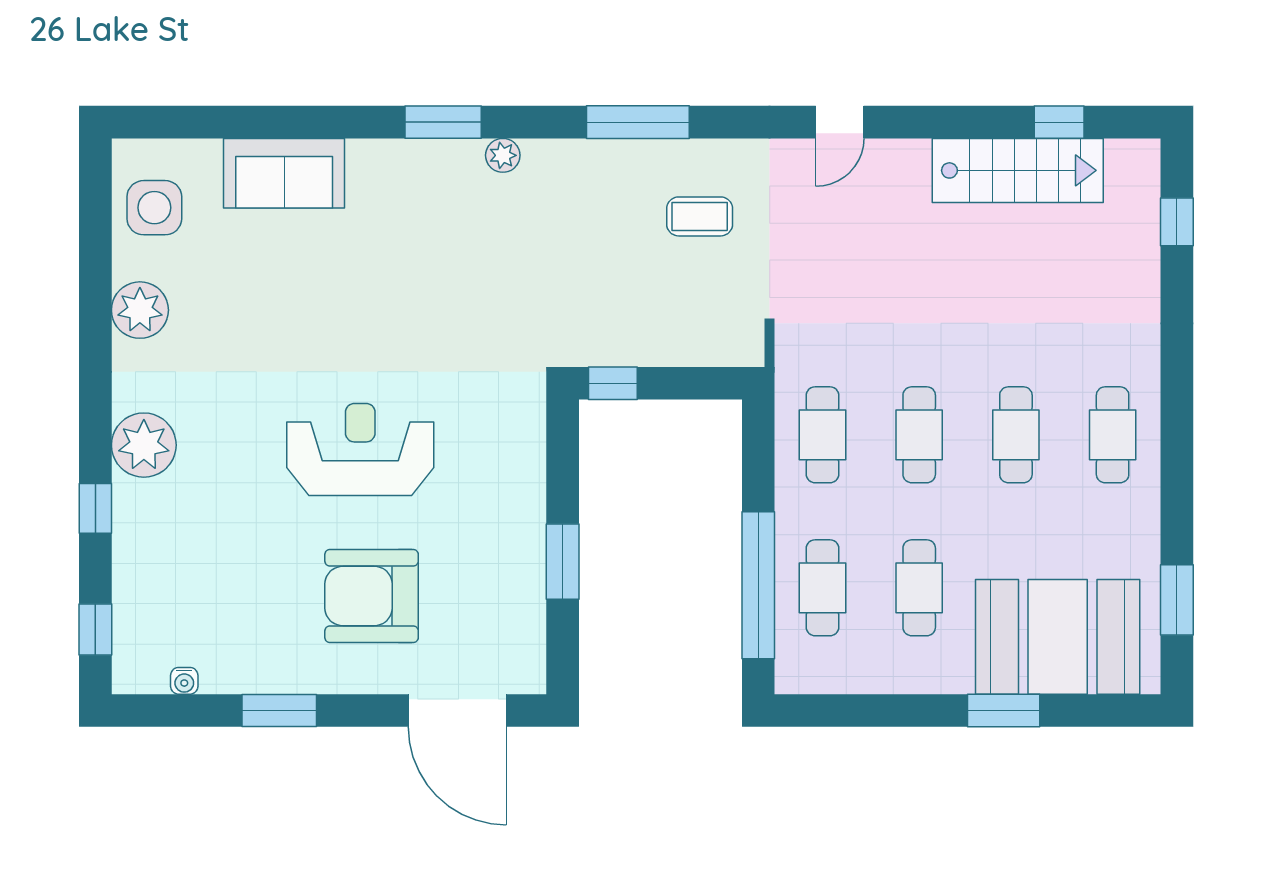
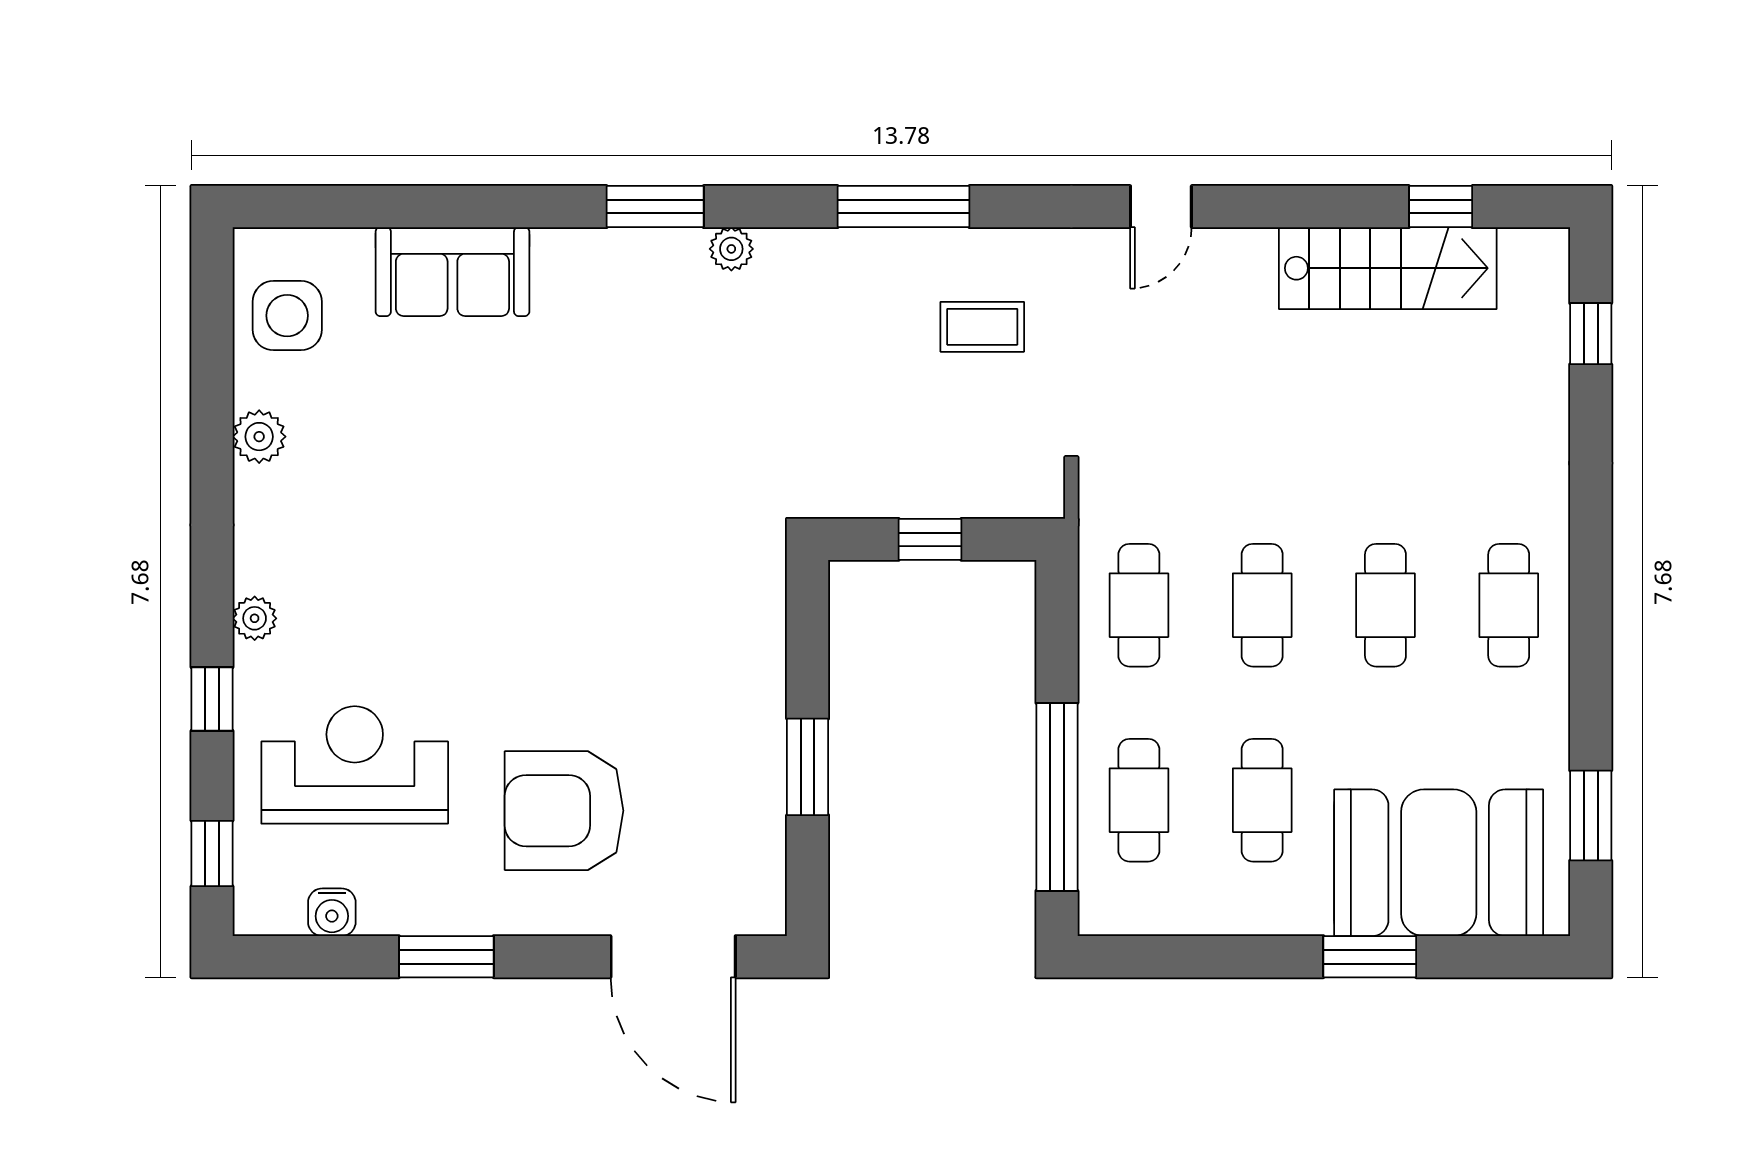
plant: (140, 310) -> (259, 437), width x0.73, depth x0.73
window: (613, 383) -> (930, 539), moved
plant: (144, 445) -> (255, 618), width x0.53, depth x0.53
reception desk: (360, 449) -> (355, 765), moved
water cooler: (184, 681) -> (332, 912), width x1.38, depth x1.38

